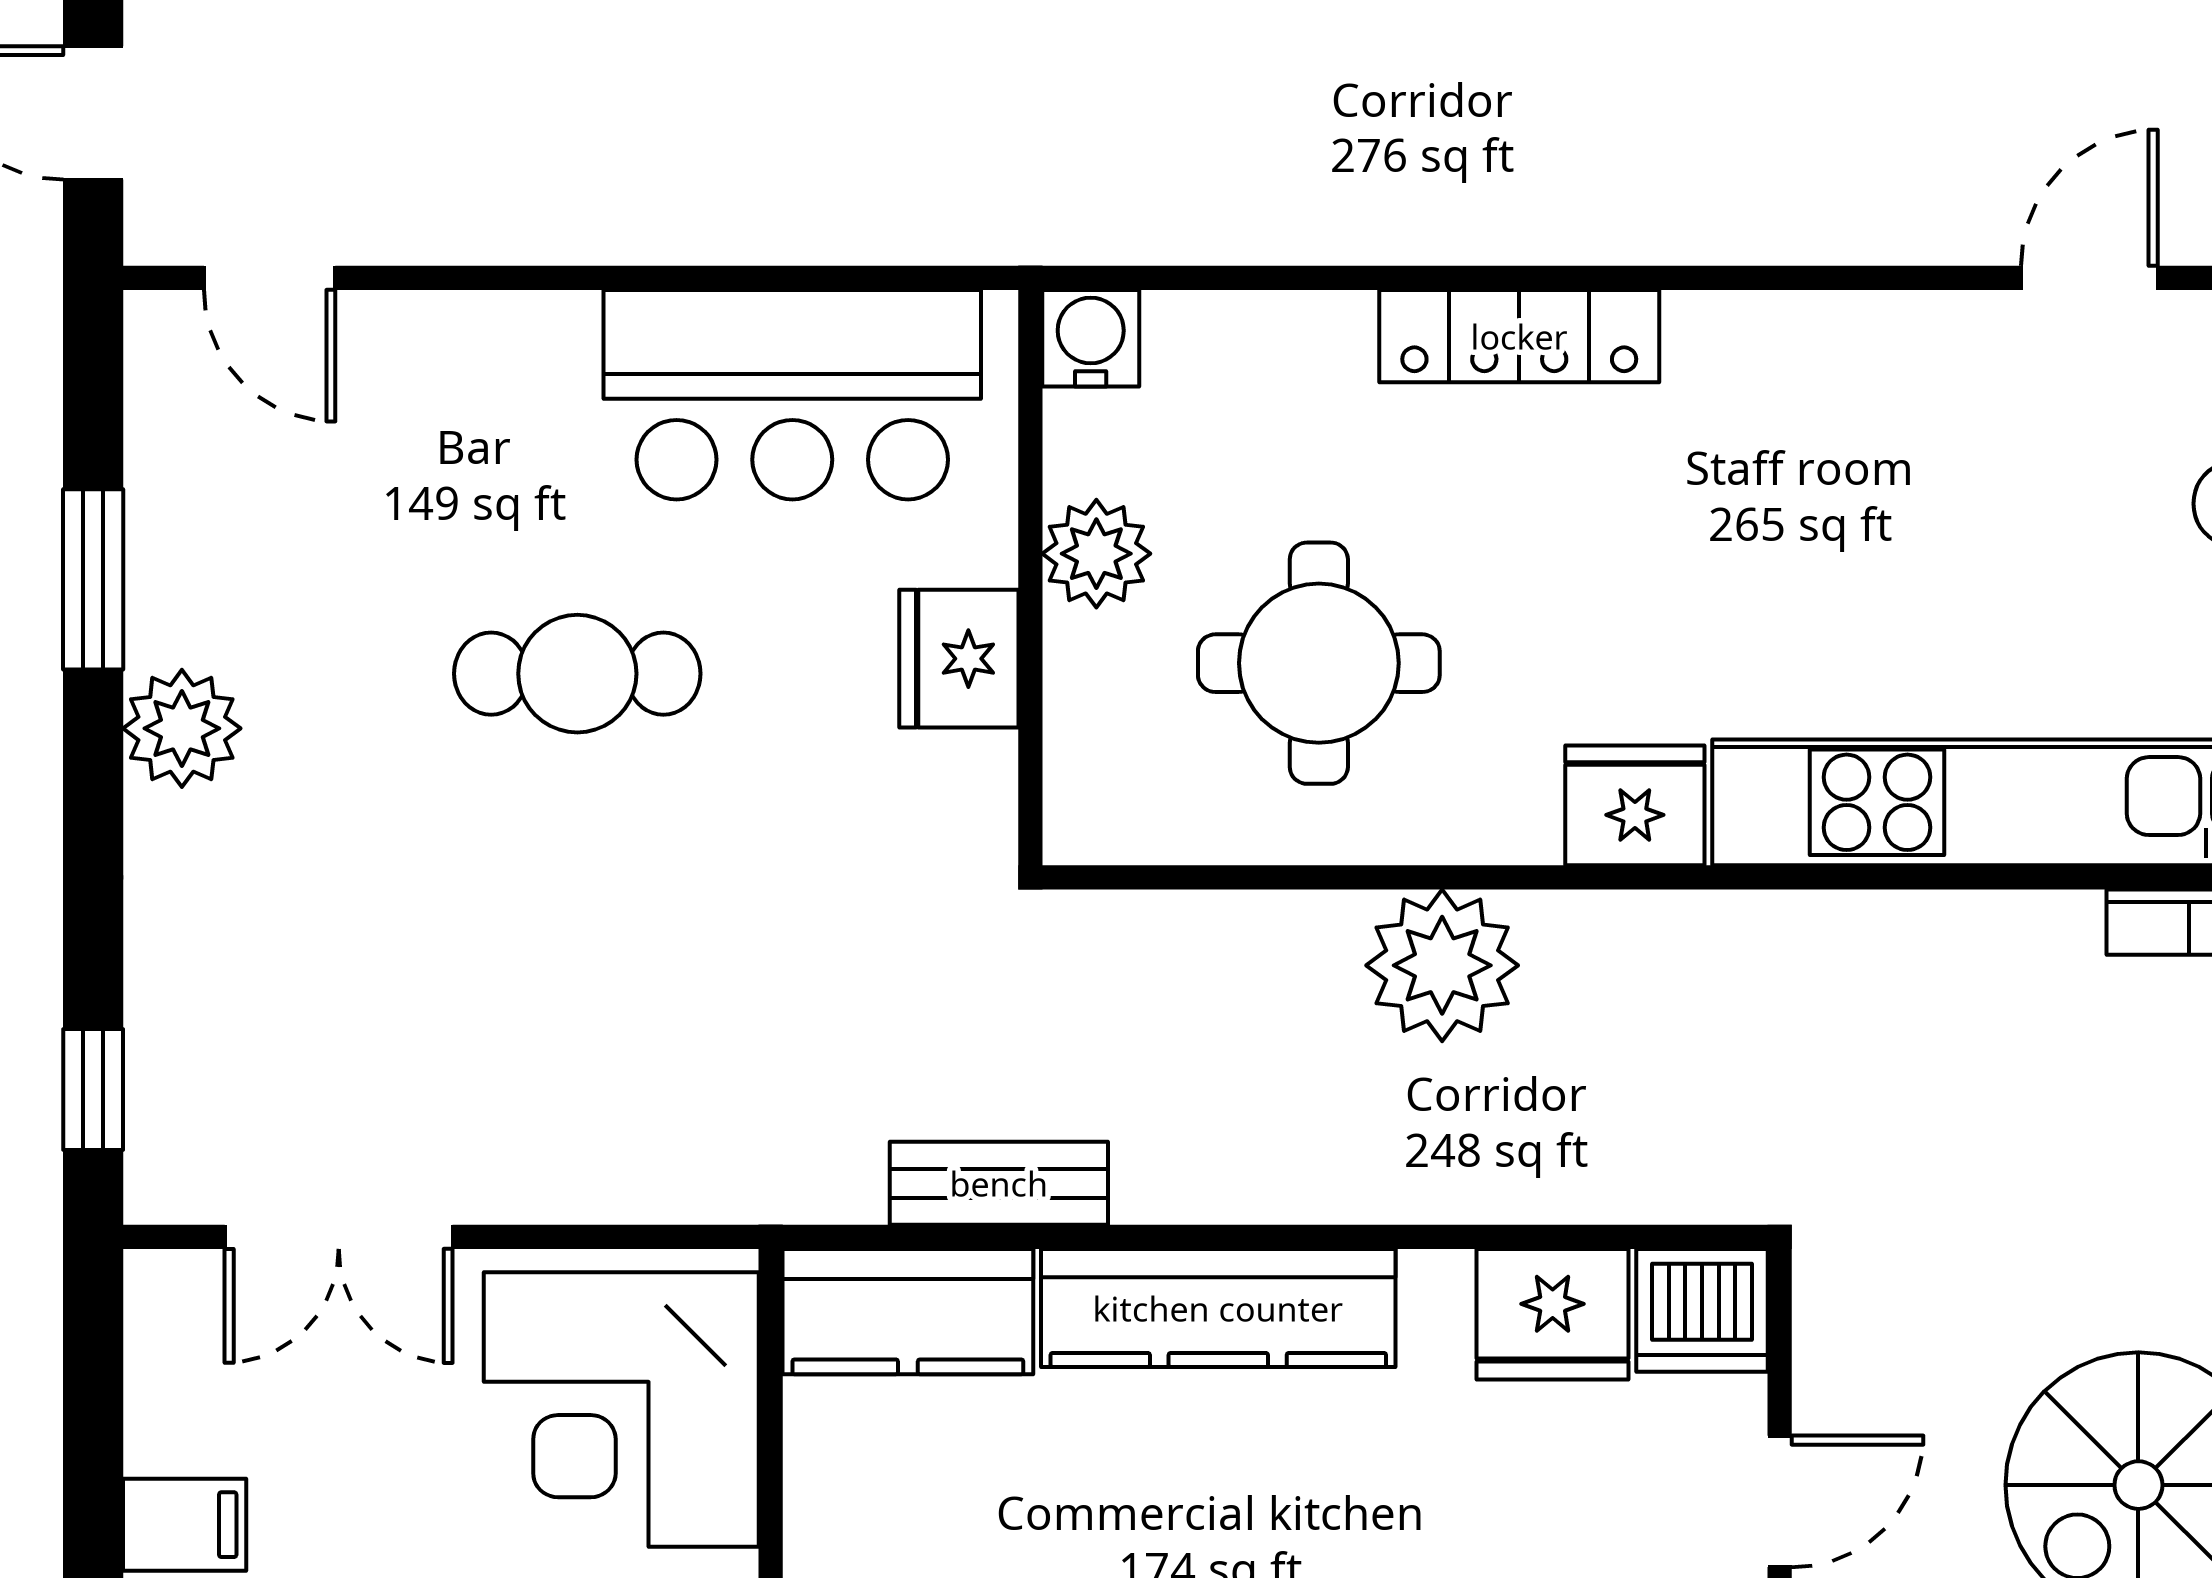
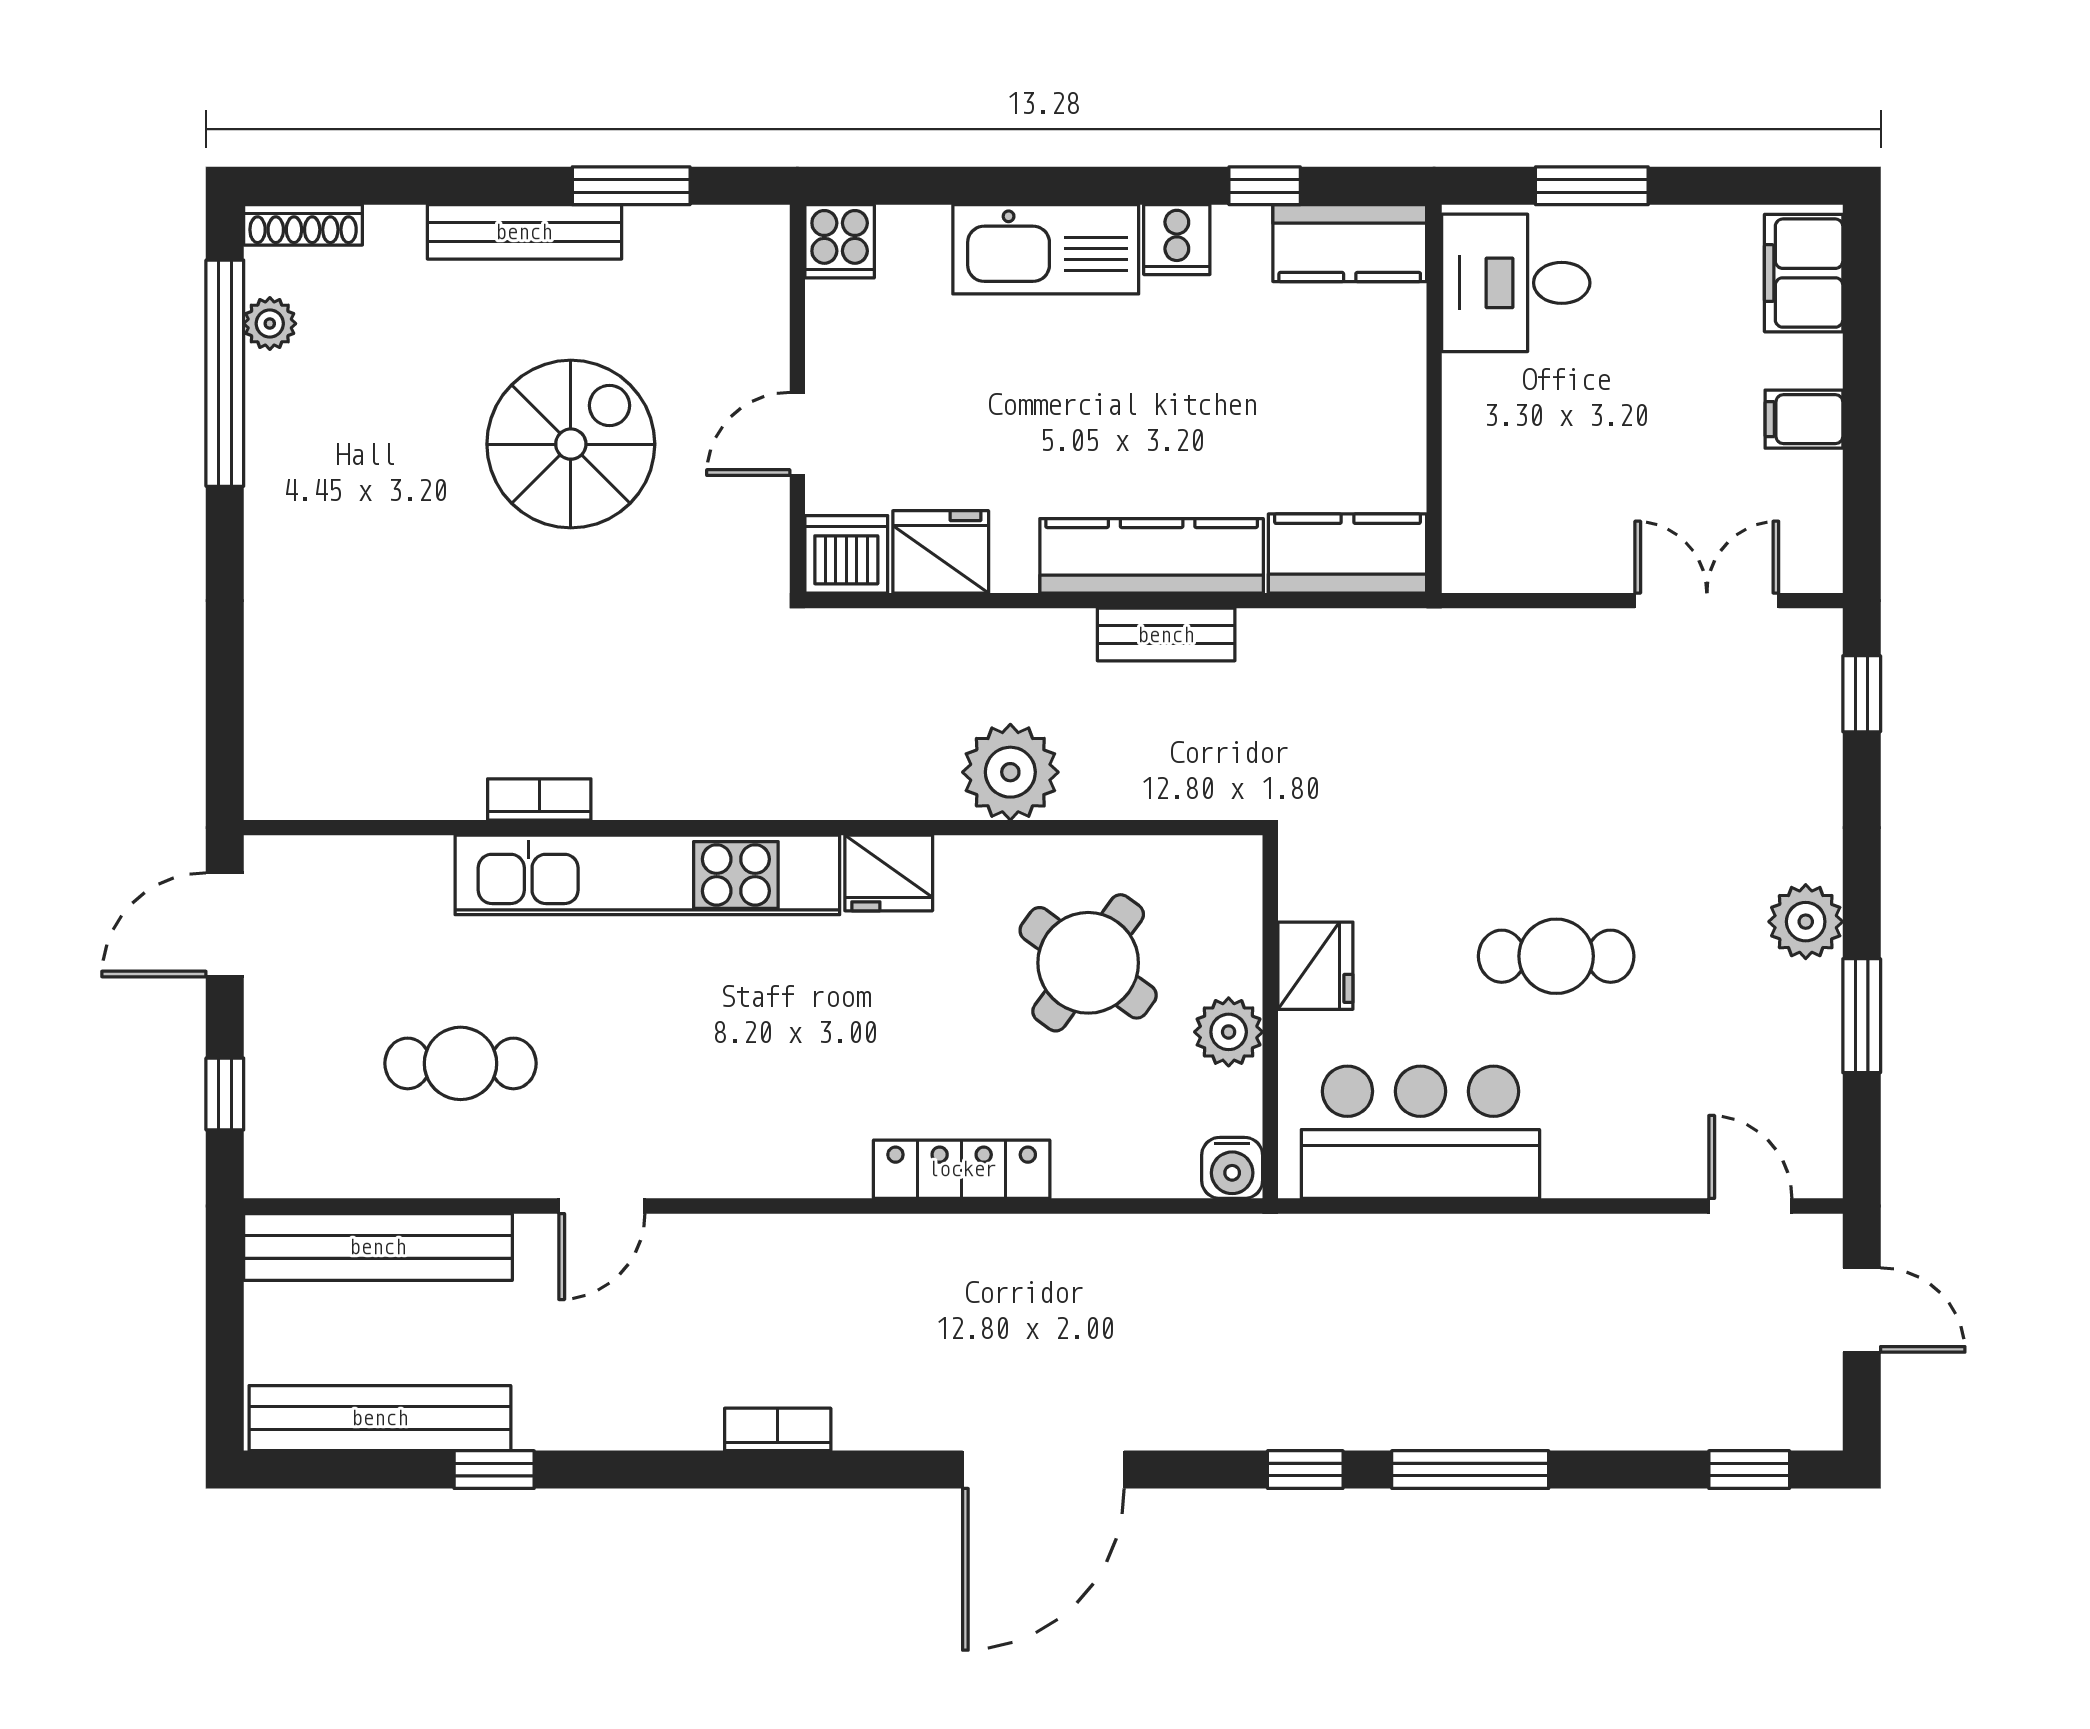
round table: (1319, 663) -> (1088, 963), turned 36
bench: (999, 1183) -> (1166, 635), moved
corner desk: (621, 1409) -> (1528, 492), removed

